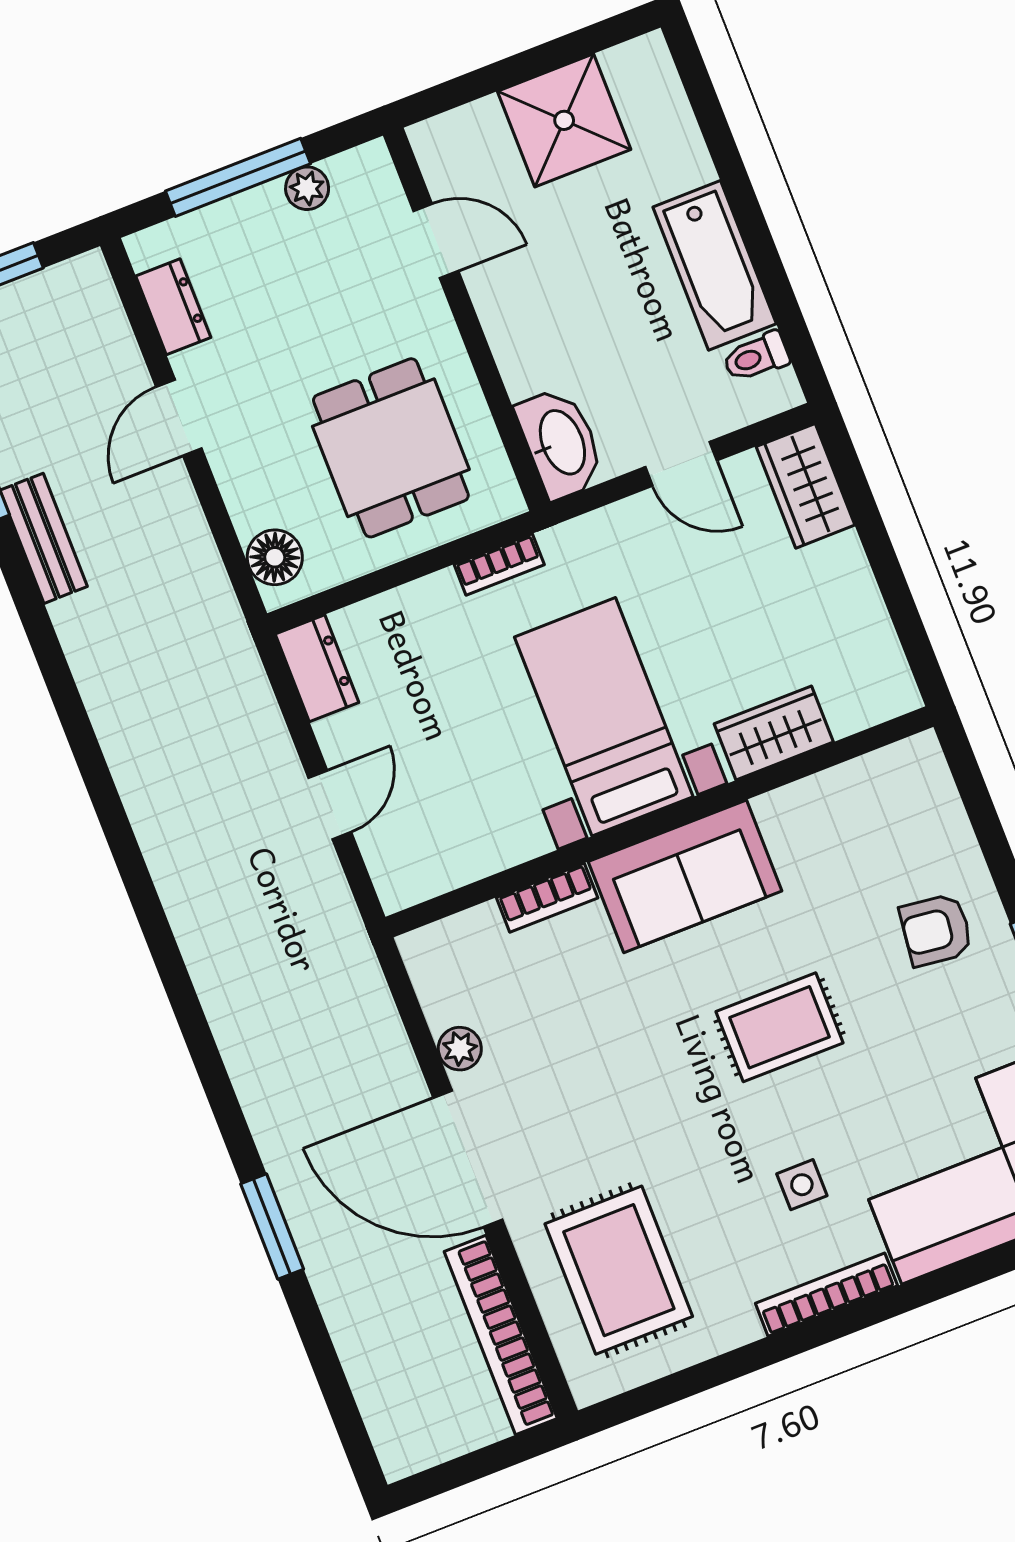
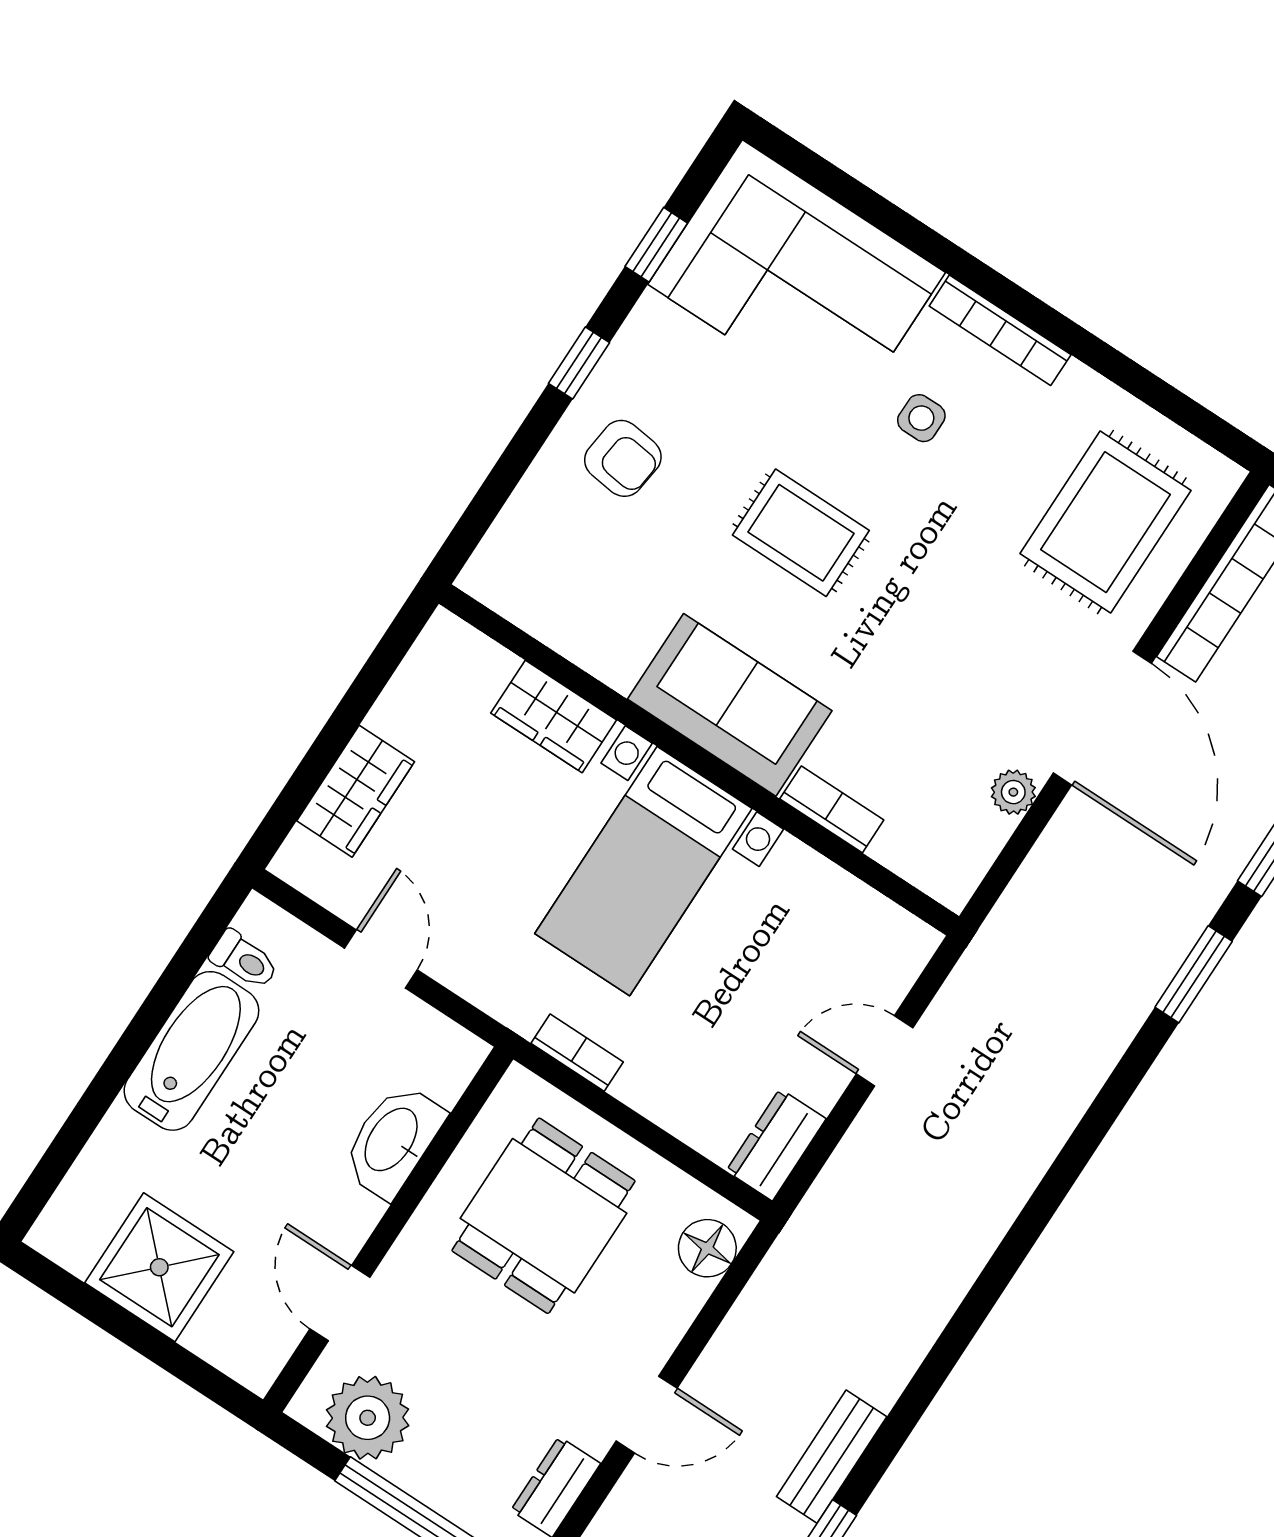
plant: (307, 188) -> (368, 1418), width x1.88, depth x1.88
washbasin: (561, 443) -> (393, 1141), moved
wardrobe: (805, 486) -> (356, 791), moved
window: (218, 1088) -> (1194, 974), added

